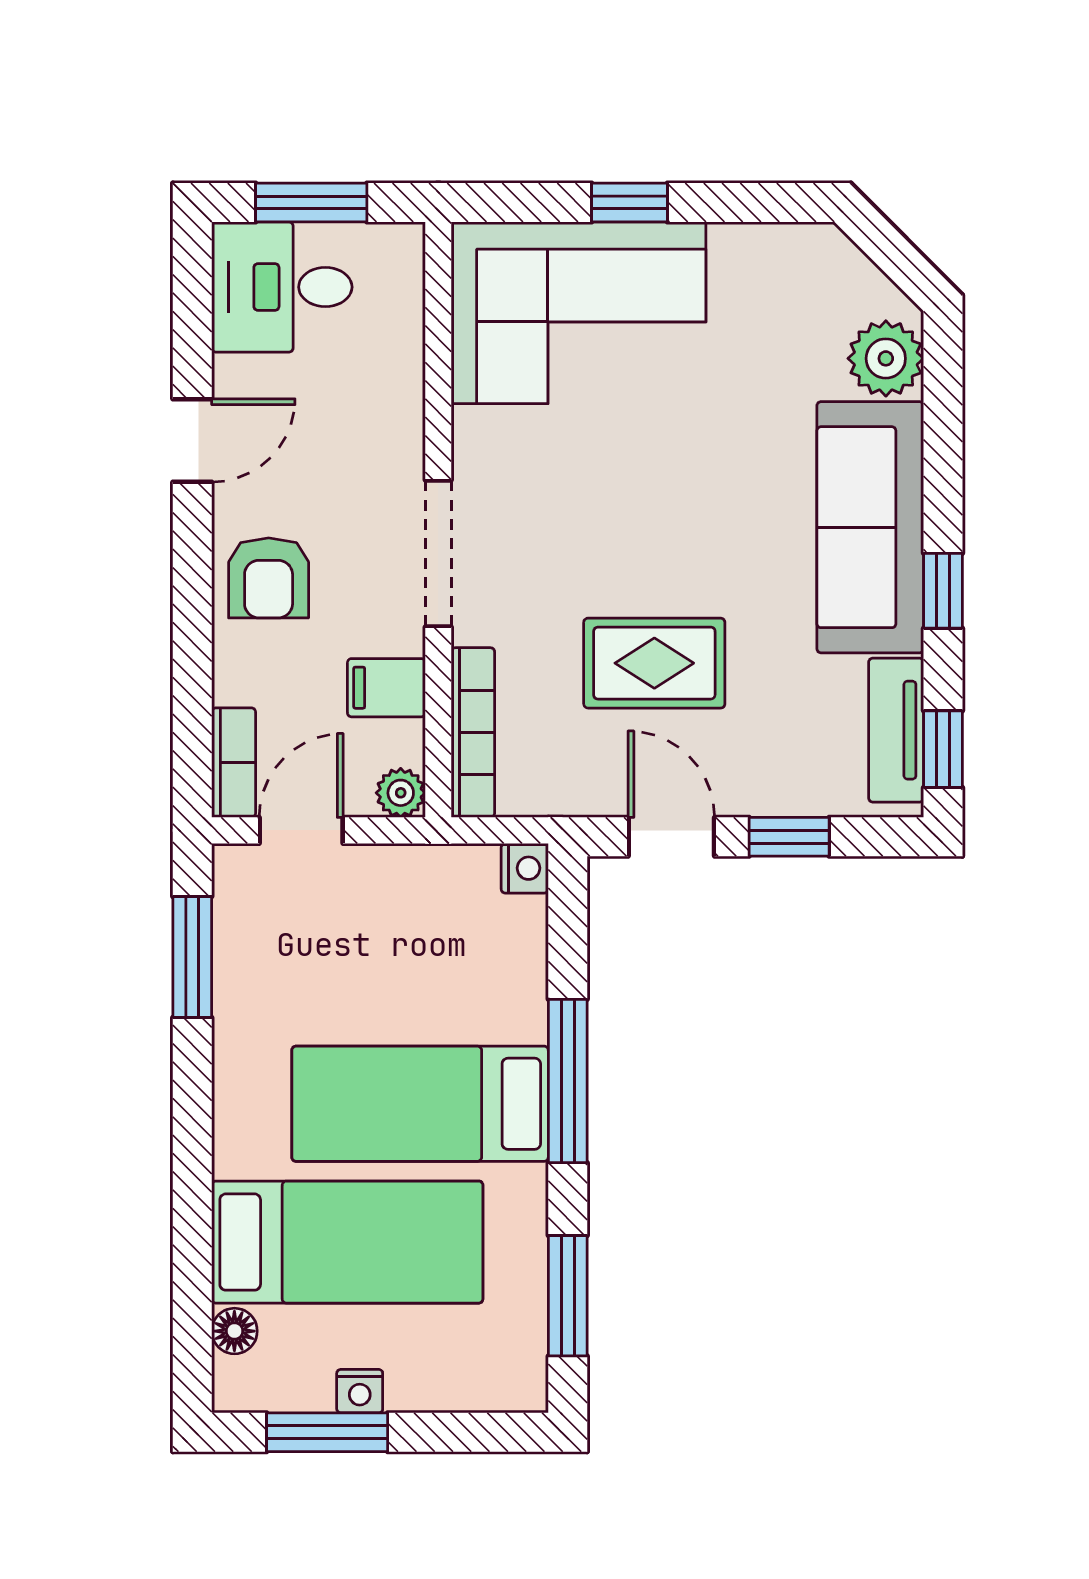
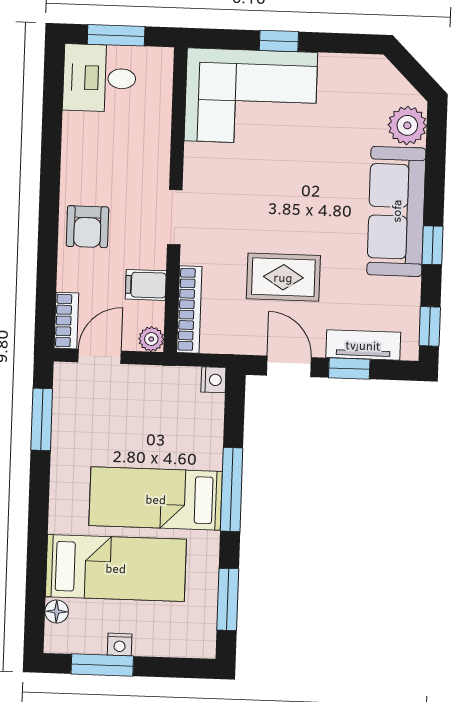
door: (192, 440) -> (51, 155), removed
doorway: (438, 554) -> (175, 217), width x0.73
tv unit: (896, 730) -> (363, 345), moved, turned 90

